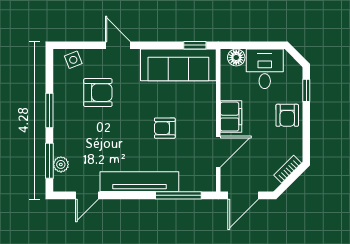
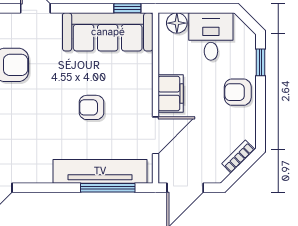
armchair: (287, 115) -> (238, 92), turned 90
tv unit: (139, 182) -> (100, 171), moved

